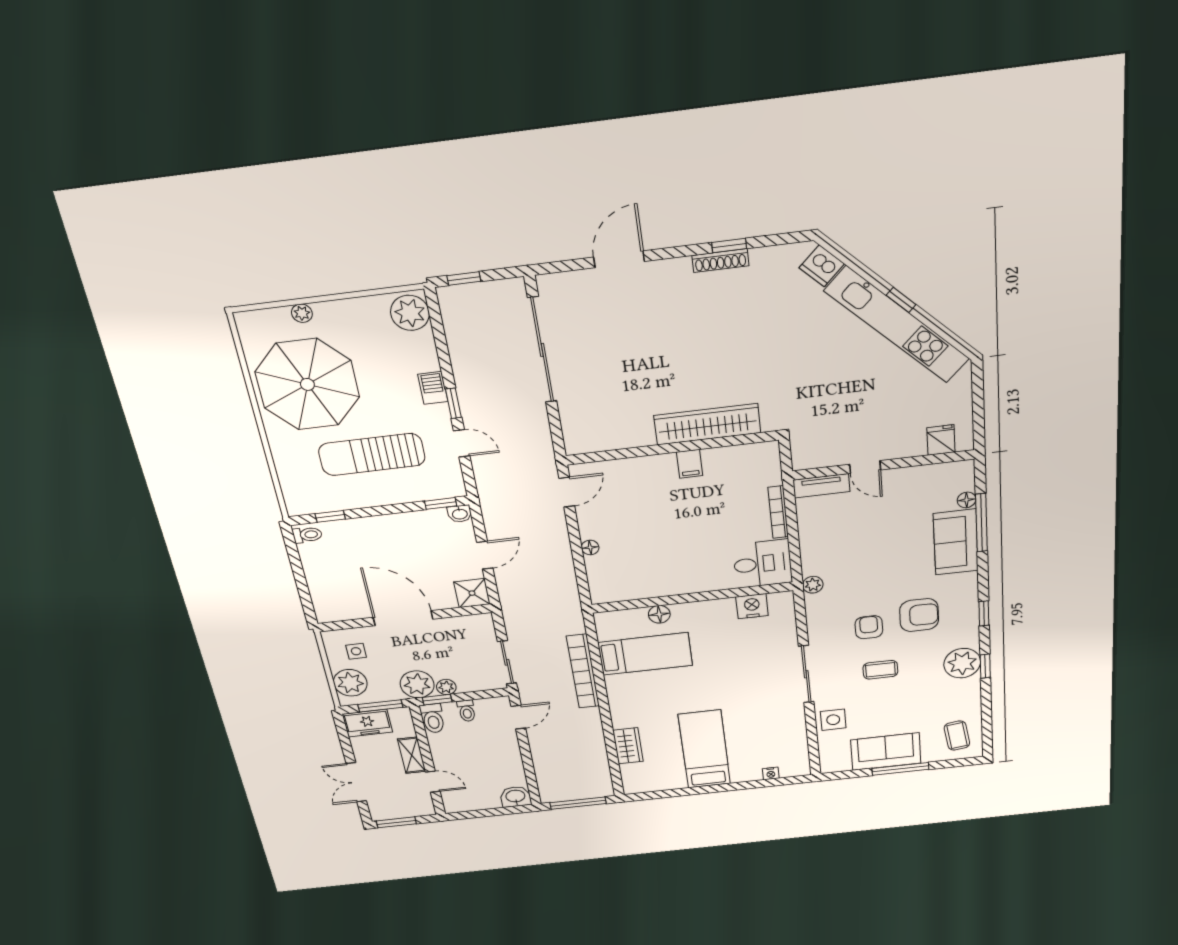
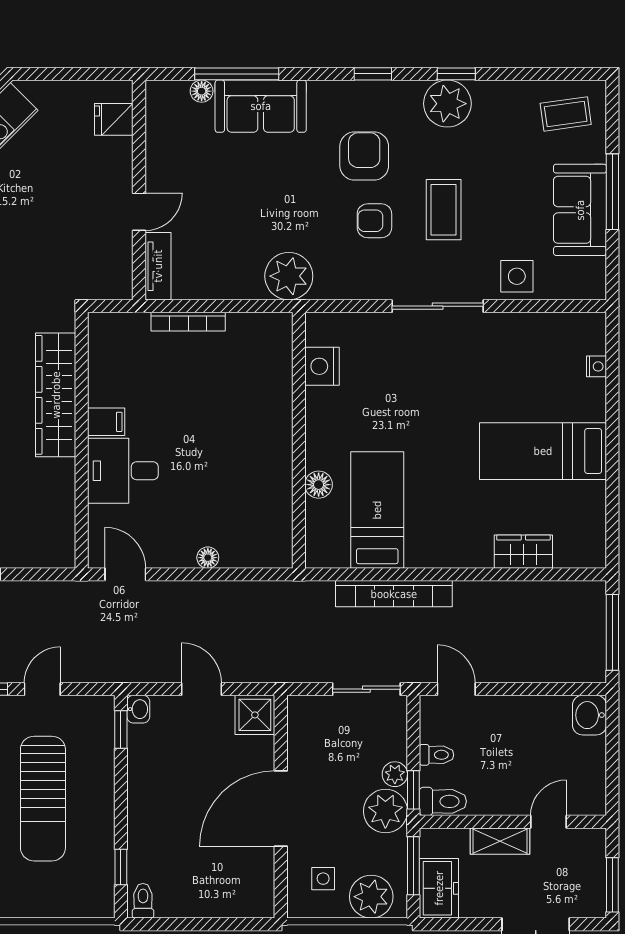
desk: (763, 564) -> (123, 471), moved, turned -90
plant: (813, 585) -> (289, 276), width x1.87, depth x1.87
coffee table: (880, 670) -> (444, 210), width x1.36, depth x1.30

